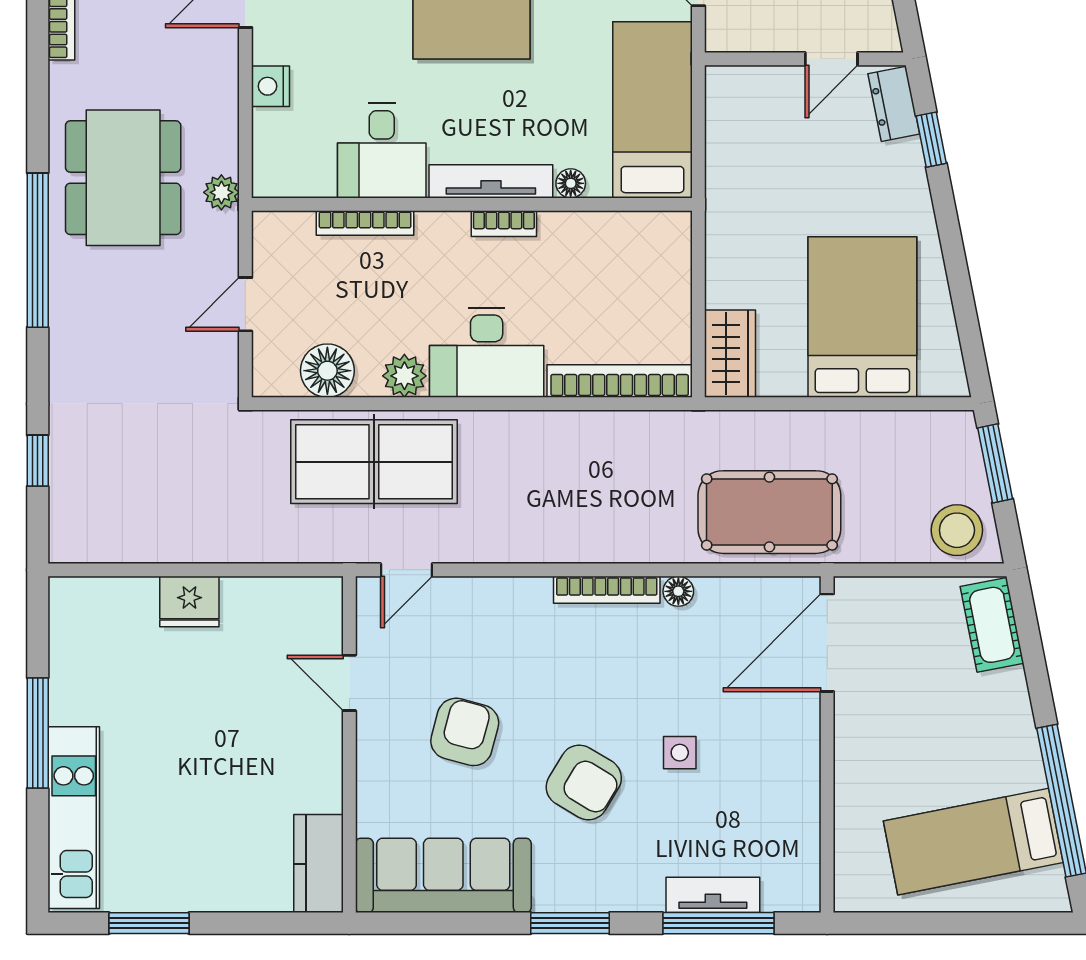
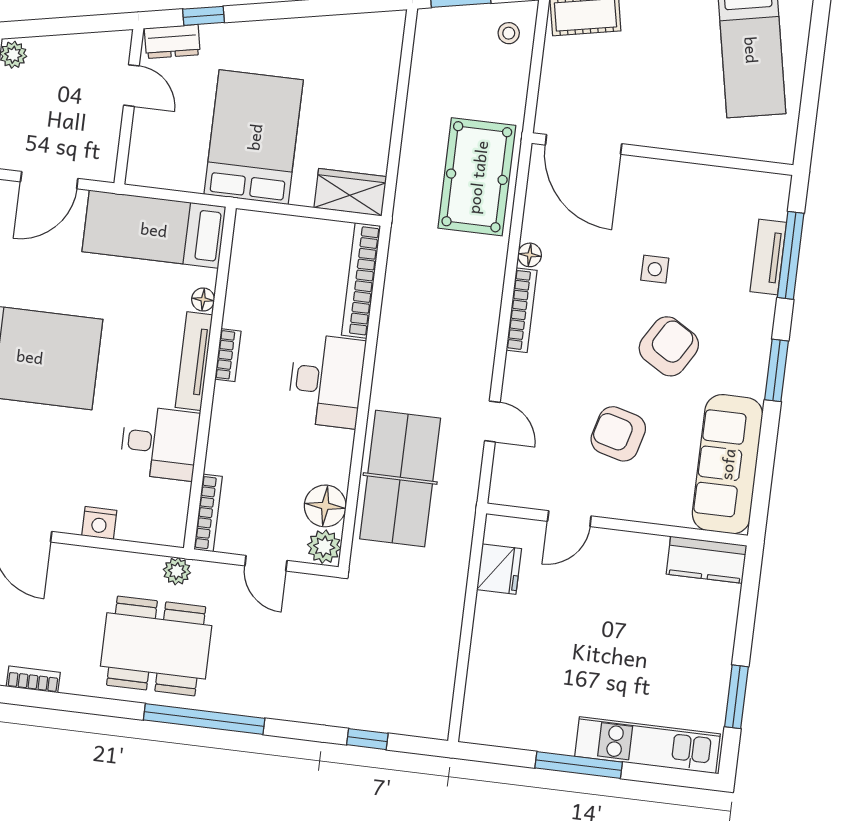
bookcase: (365, 223) -> (208, 513), moved
bed: (862, 317) -> (254, 137), moved, turned 90
plant: (404, 376) -> (324, 547), moved
stool: (957, 530) -> (509, 33), width x0.53, depth x0.53
door: (406, 570) -> (492, 422), moved
fridge: (189, 602) -> (499, 569), moved

